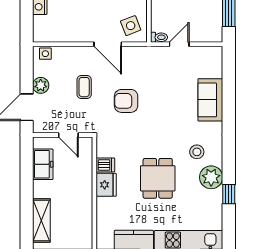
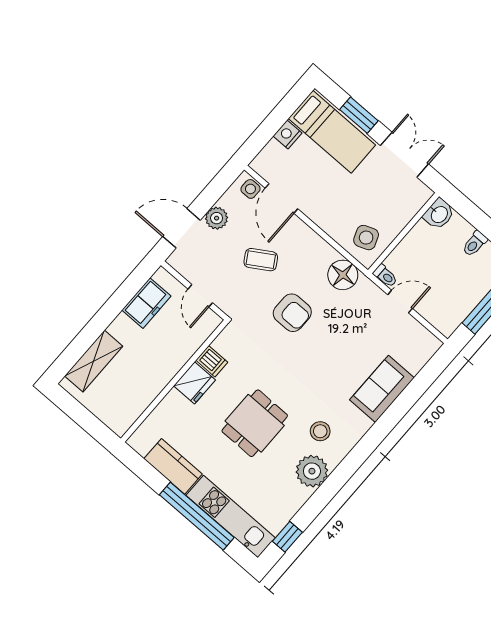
door: (108, 44) -> (281, 198), moved
floor lamp: (136, 57) -> (343, 275), added
coffee table: (84, 87) -> (261, 260), turned 58
armchair: (126, 101) -> (292, 313), turned 180
window: (229, 194) -> (287, 537), moved

